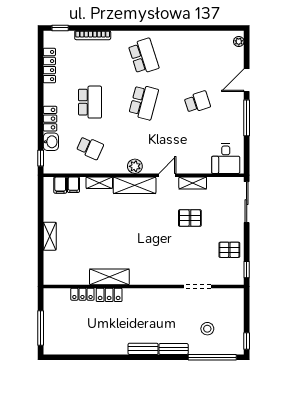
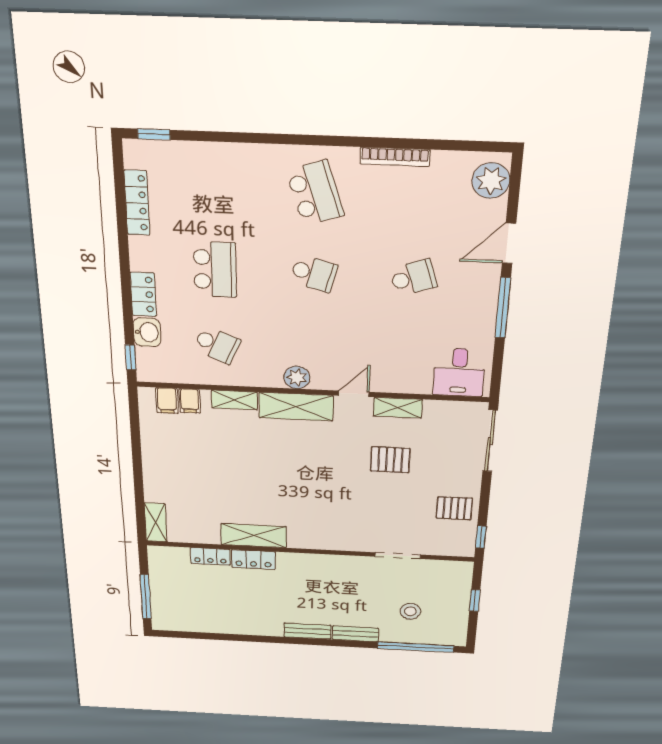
bookcase: (93, 35) -> (395, 157), moved
plant: (239, 41) -> (491, 181), width x1.88, depth x1.88
school desk: (144, 102) -> (314, 274), width x0.54
shelving: (50, 236) -> (156, 522), moved
window: (247, 341) -> (475, 601), moved

